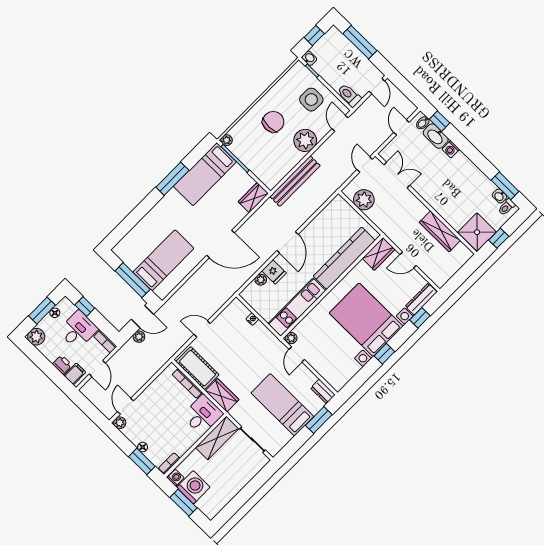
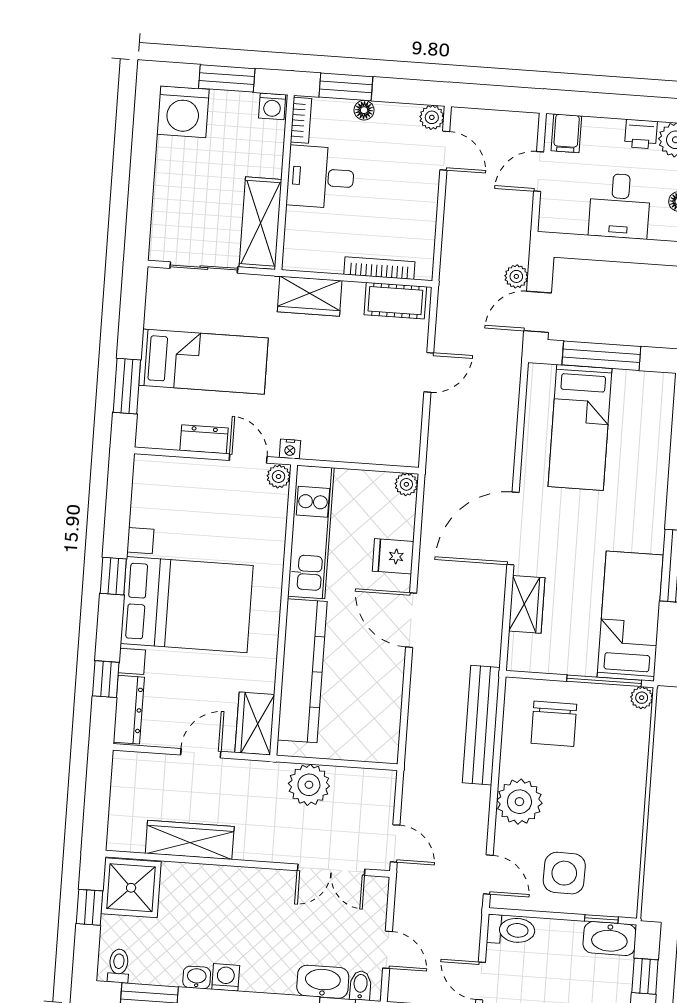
washbasin: (309, 58) -> (610, 939), width x1.91, depth x1.45
chair: (273, 122) -> (554, 724), moved
washing machine: (451, 149) -> (226, 977), moved
washbasin: (499, 196) -> (197, 977), moved
wardrobe: (253, 198) -> (527, 604), moved
plant: (364, 200) -> (309, 785), moved
plant: (261, 280) -> (406, 484), moved
window: (85, 307) -> (640, 251), removed
nightstand: (252, 319) -> (290, 449), moved
bookcase: (105, 342) -> (562, 224), removed
printer: (62, 365) -> (641, 134), moved
cot: (197, 368) -> (395, 301), width x0.73, depth x0.75
door: (97, 369) -> (539, 172), hinge flipped
dresser: (323, 391) -> (204, 439), moved
desk: (203, 415) -> (321, 177), moved, turned 90
washing machine: (193, 487) -> (183, 112), moved

